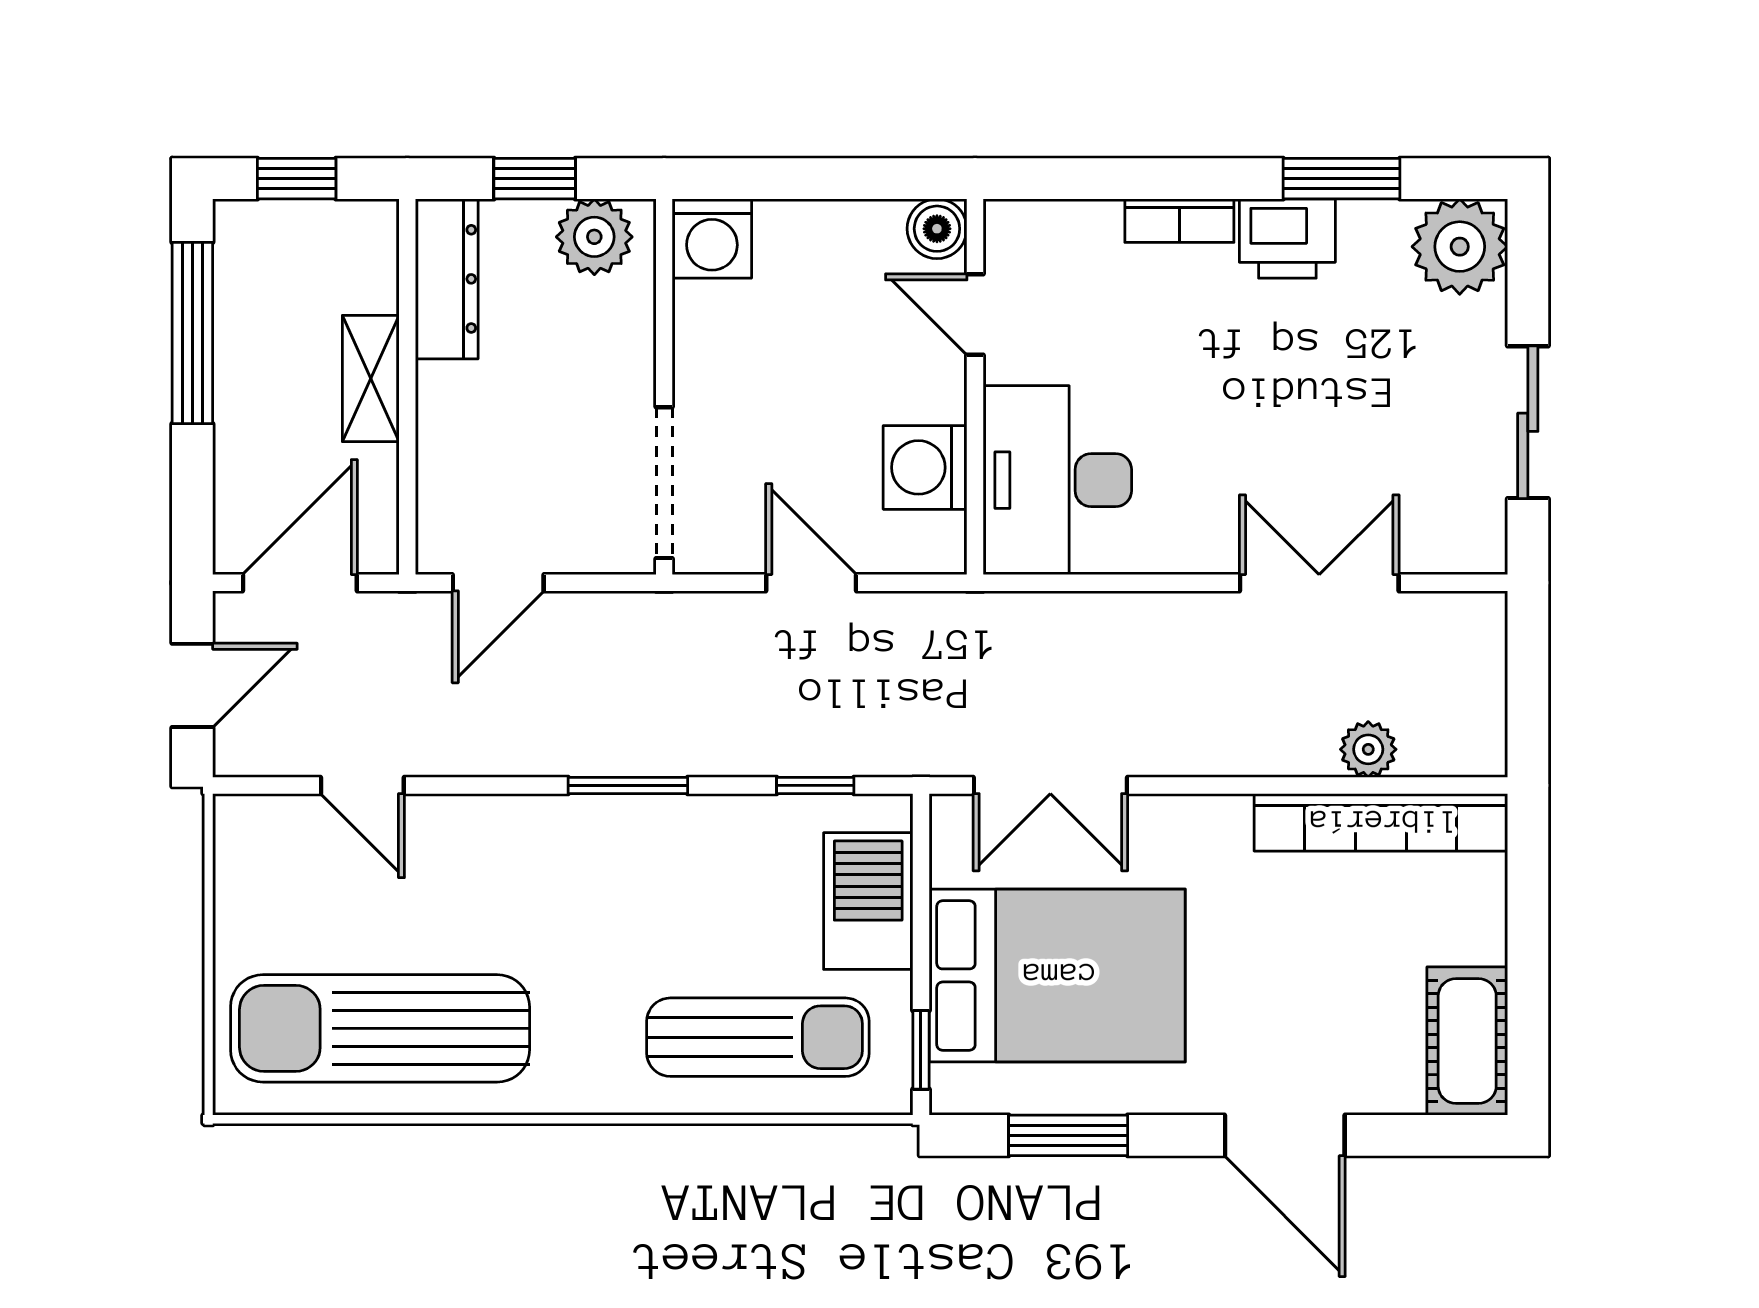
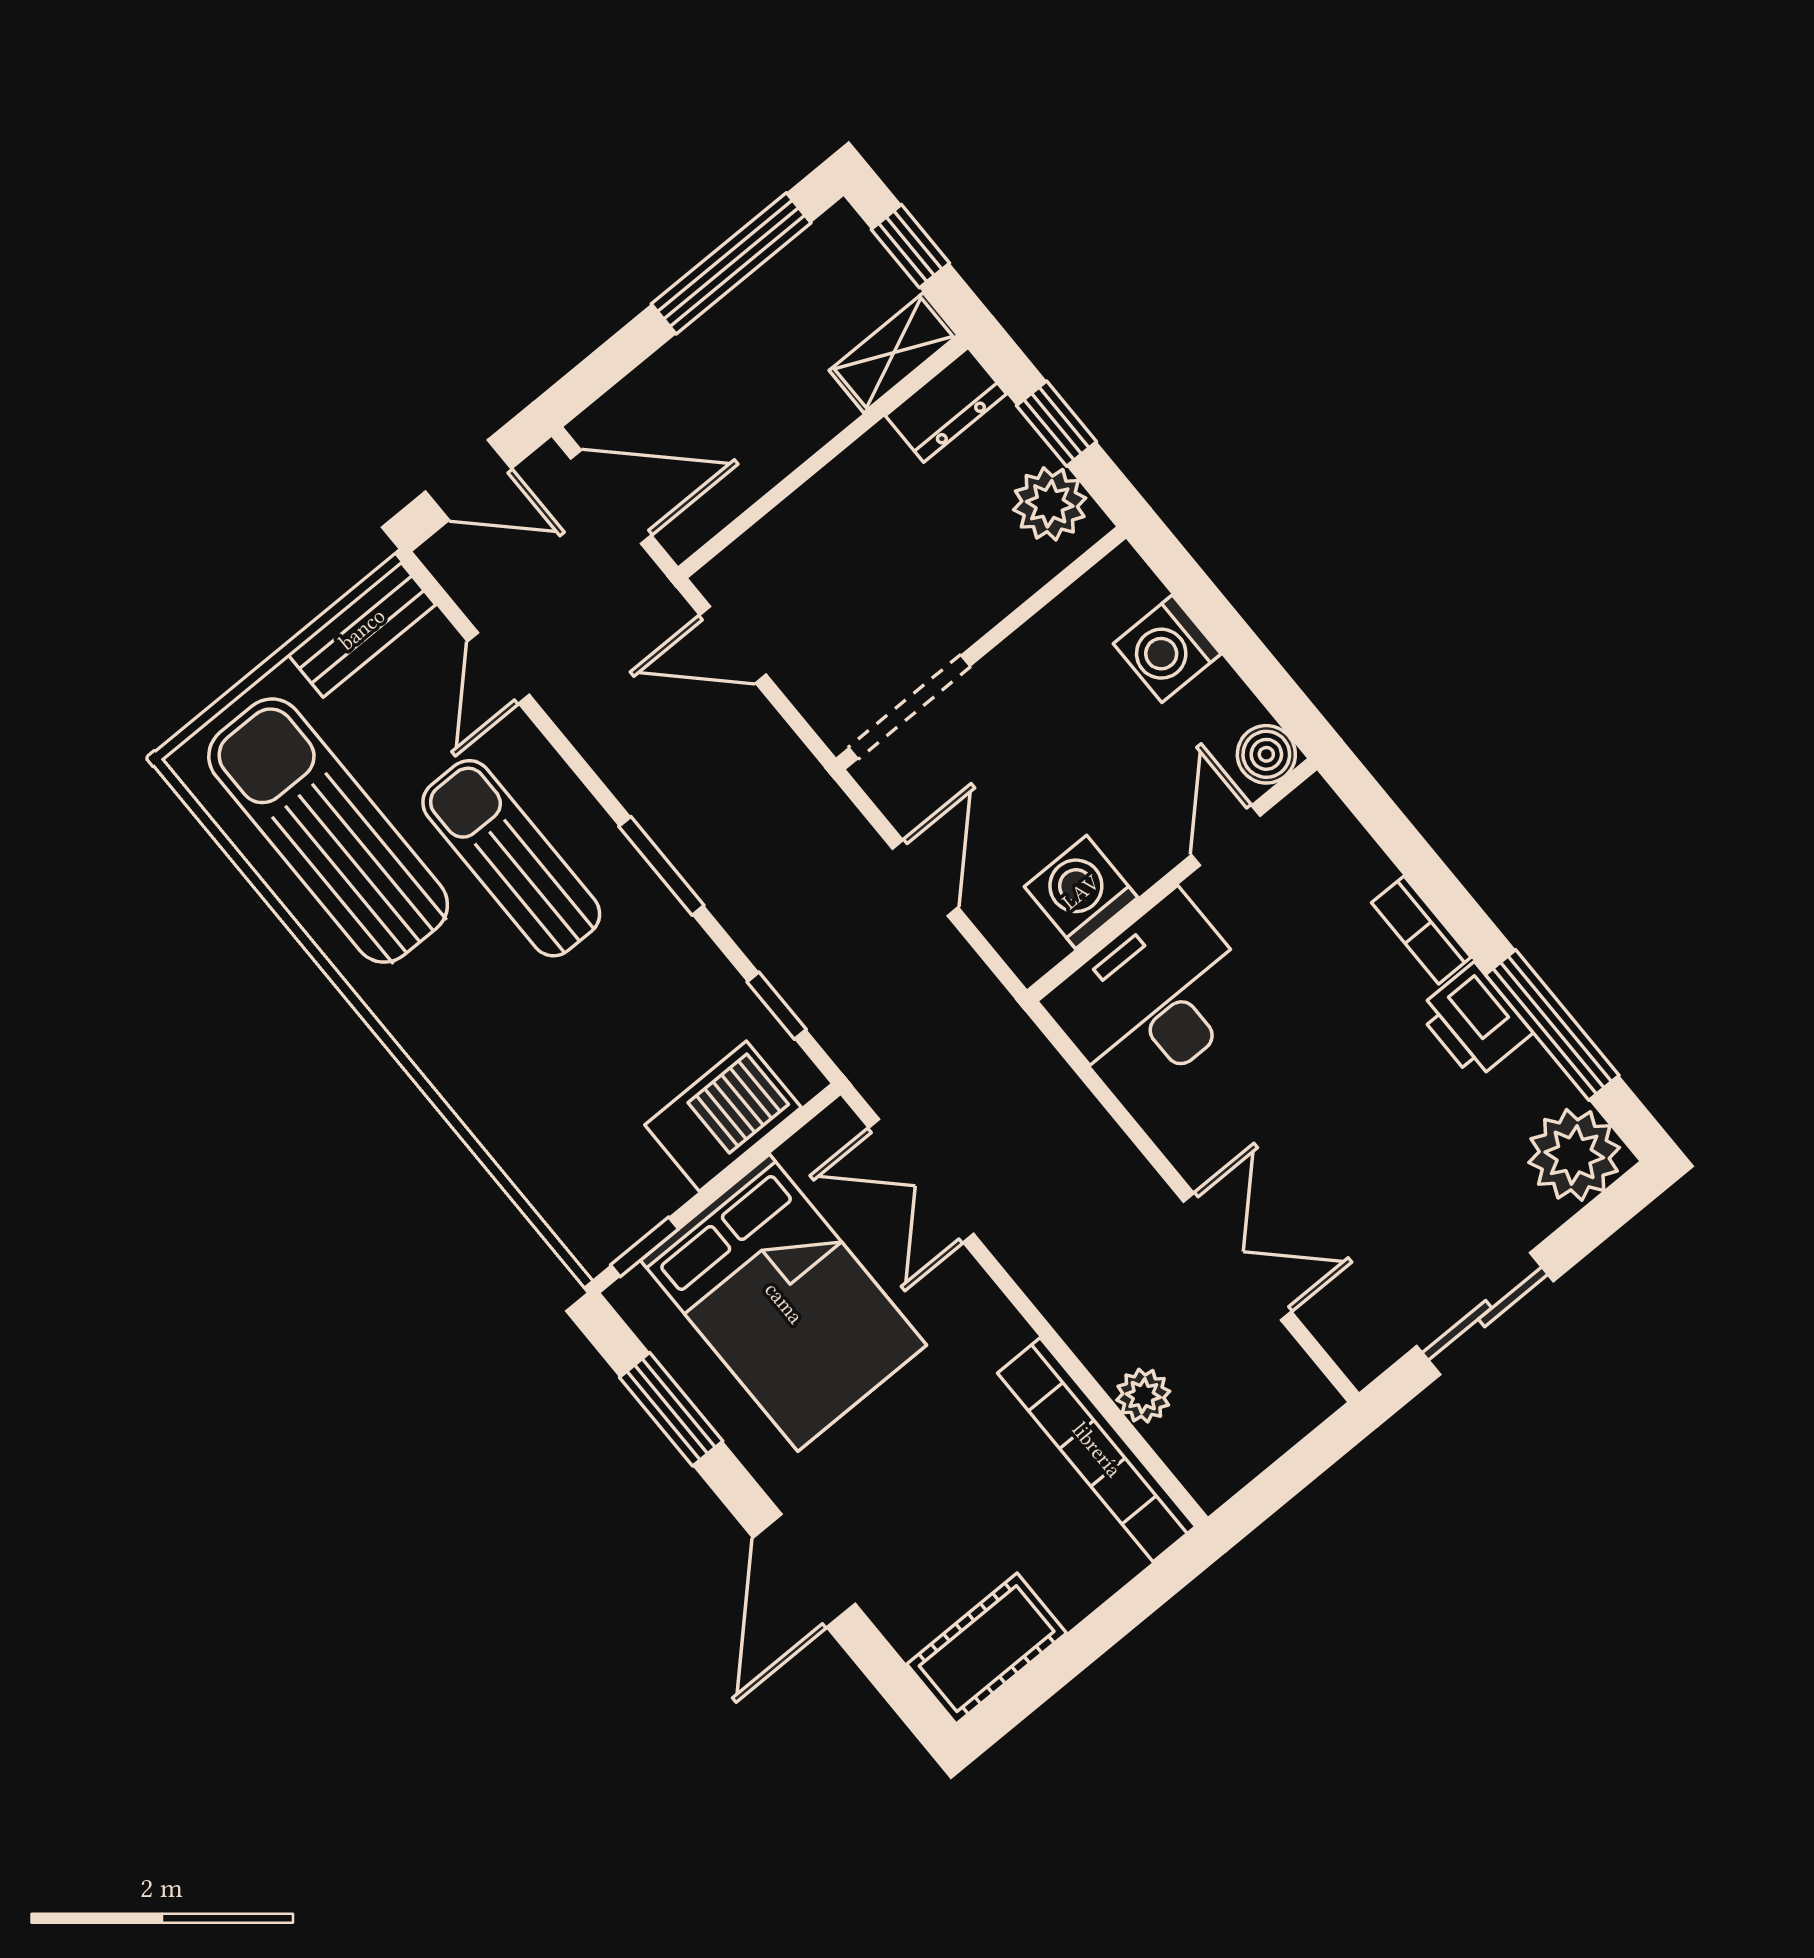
window: (1341, 179) -> (1552, 1025), width x1.44
washing machine: (712, 238) -> (1167, 649), moved
dresser: (447, 279) -> (946, 405), width x0.70
shelving: (371, 378) -> (894, 353), moved
bench: (242, 869) -> (362, 629), added
sun lounger: (758, 1037) -> (511, 858), moved, turned 180

